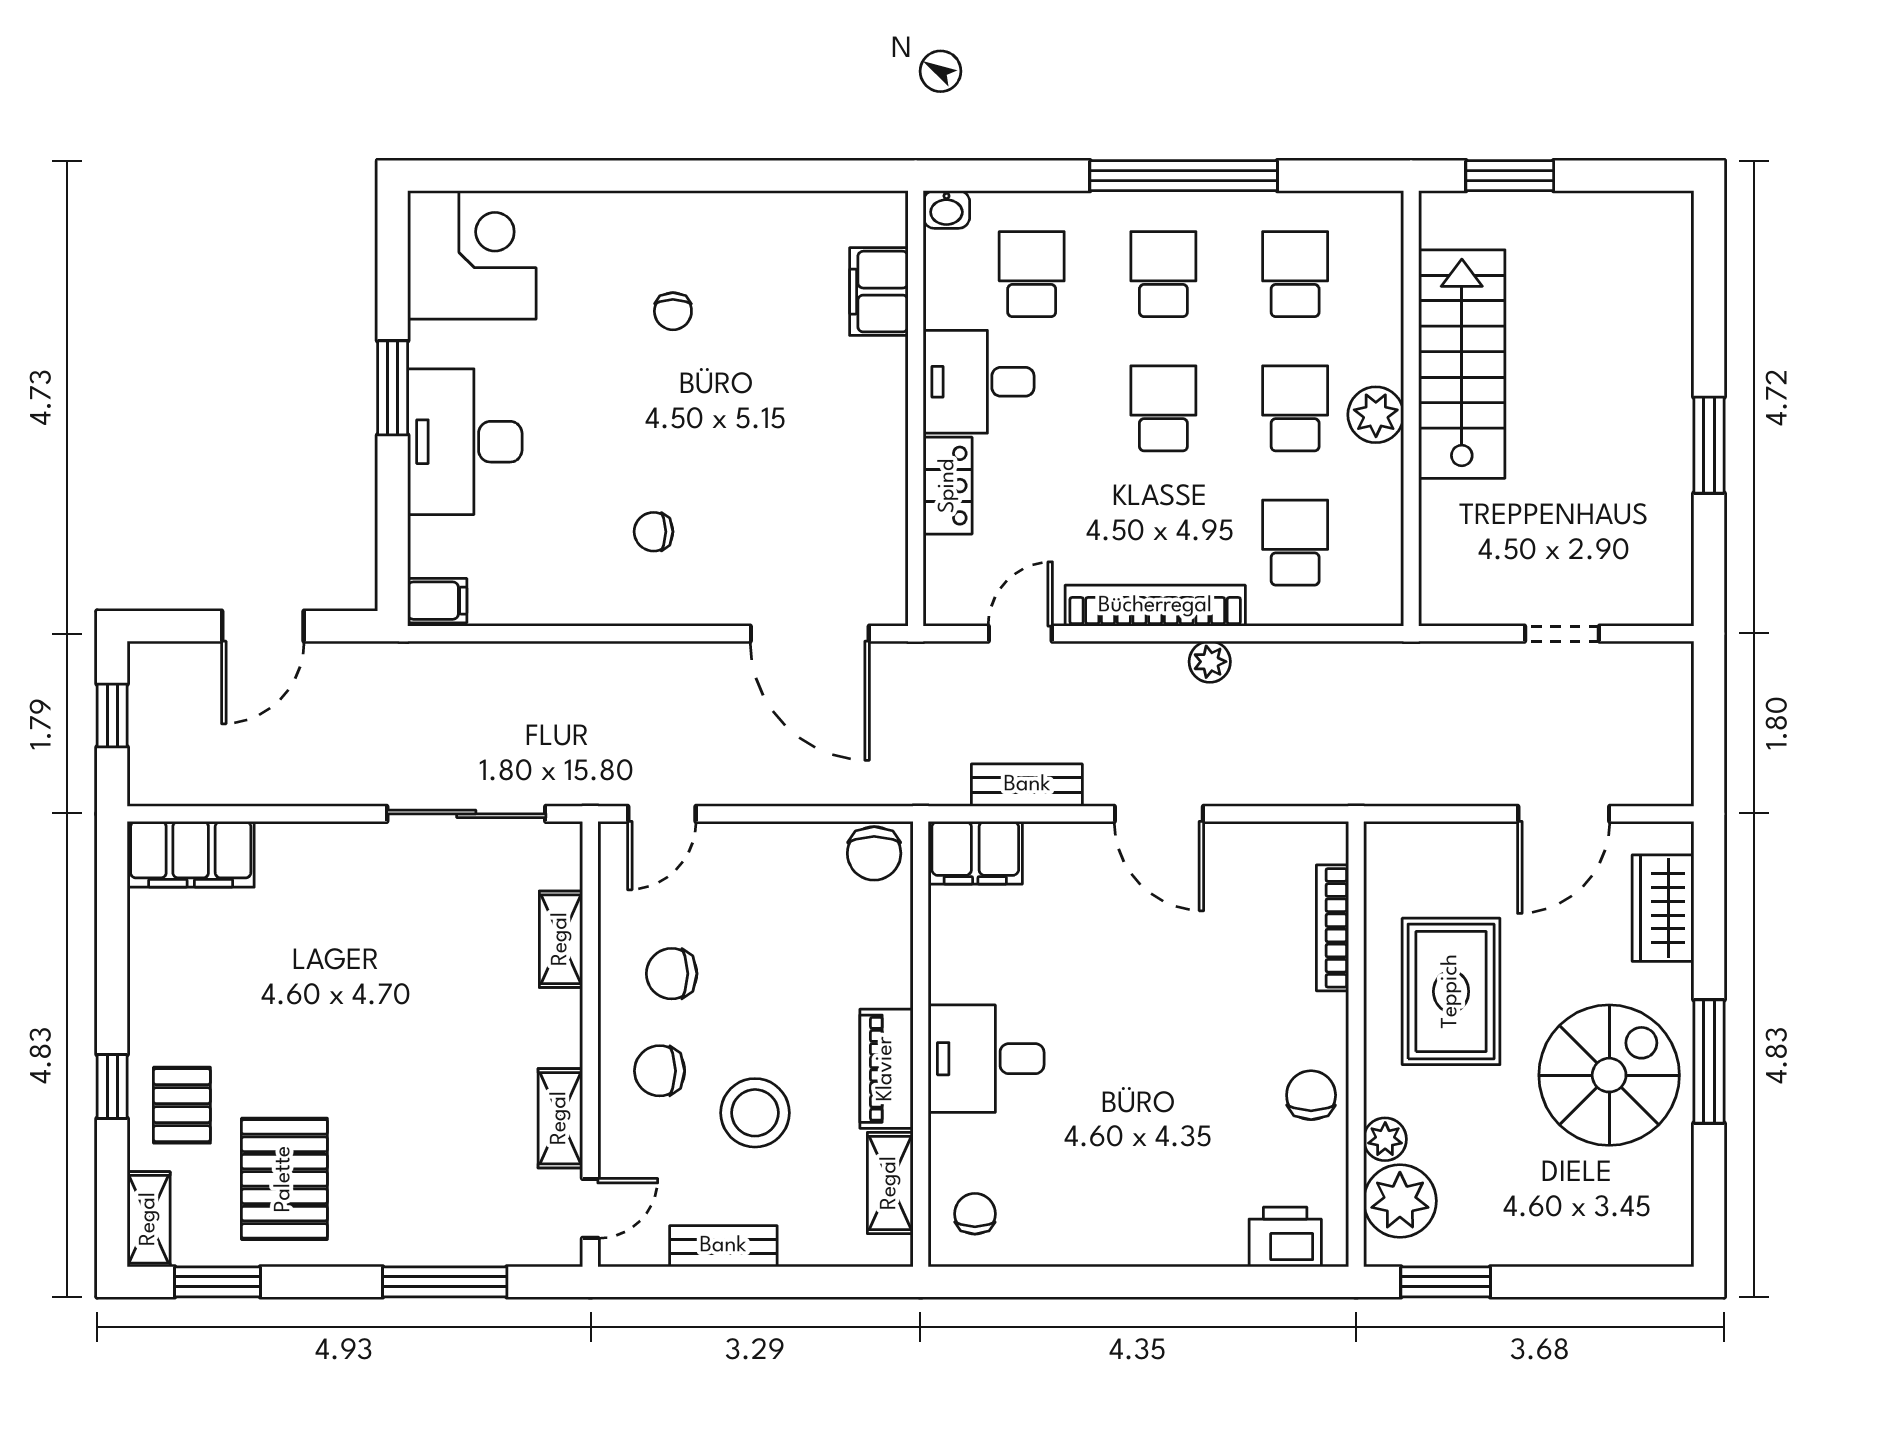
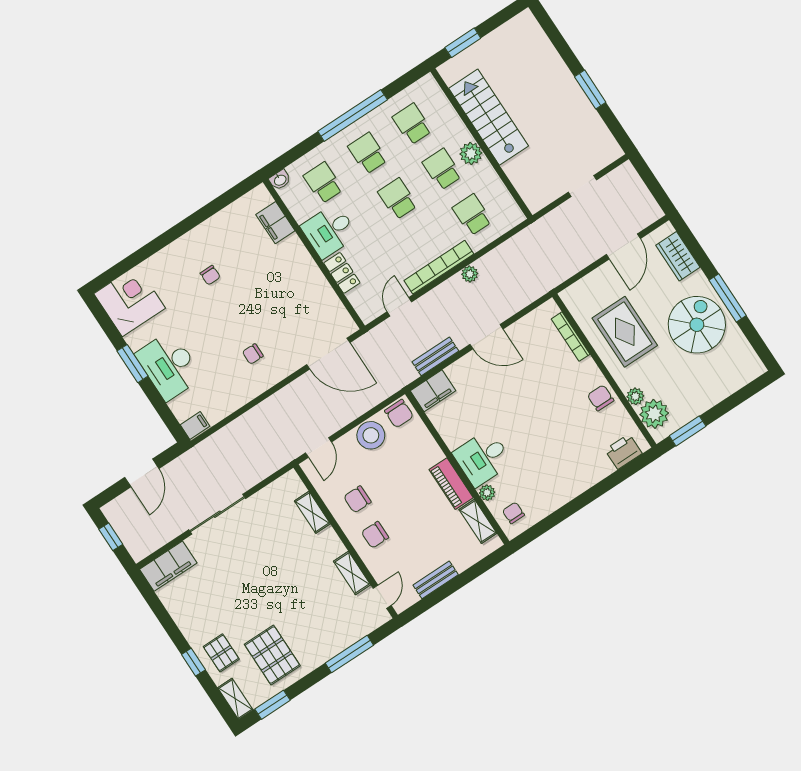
sliding door: (466, 814) -> (217, 514), moved
stool: (755, 1113) -> (371, 435), moved
plant: (948, 1136) -> (487, 493), added

